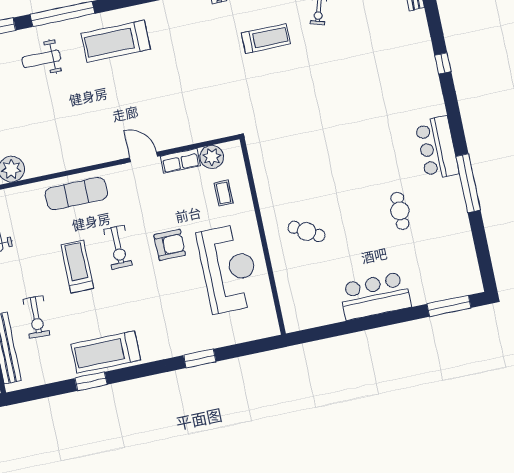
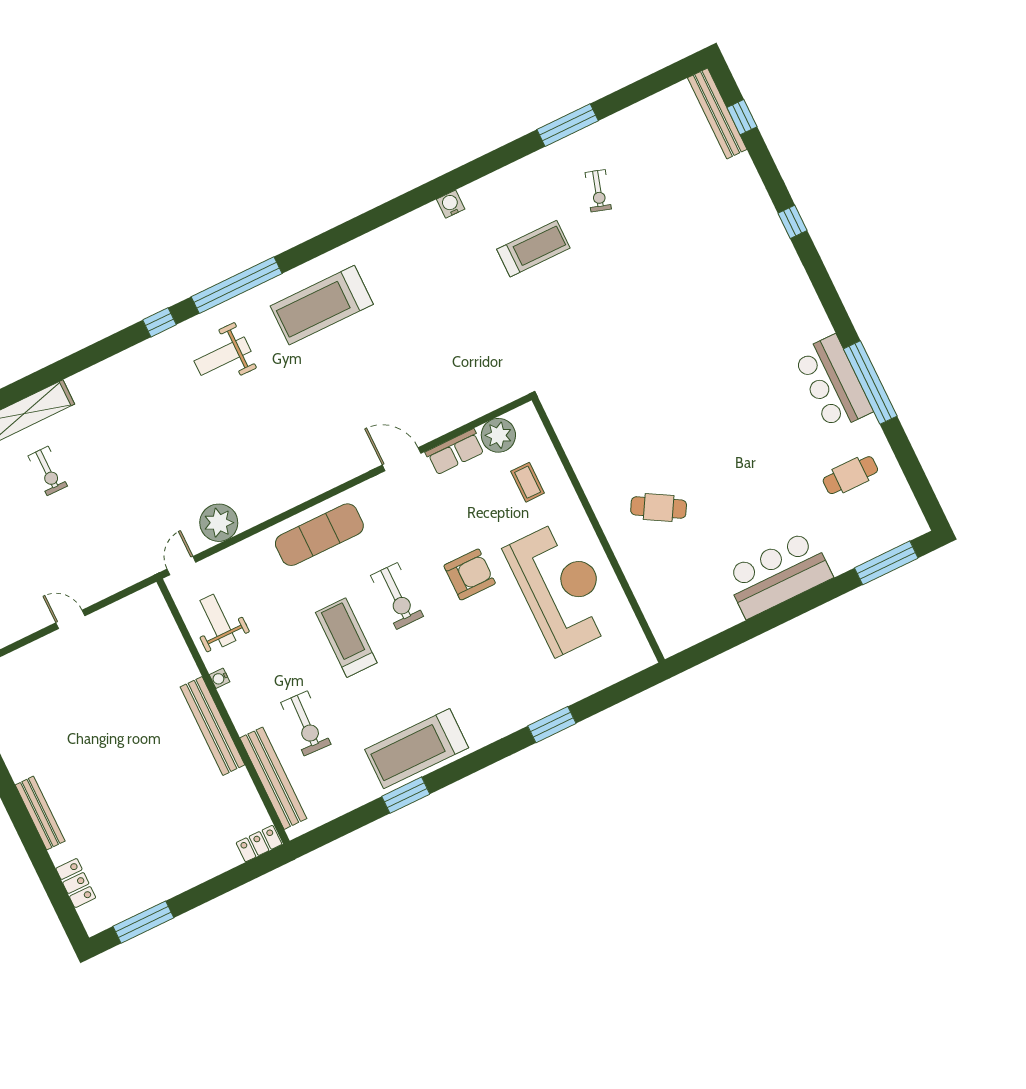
bar counter: (437, 148) -> (833, 383), moved
cafe table: (400, 211) -> (850, 475), moved, turned 90

